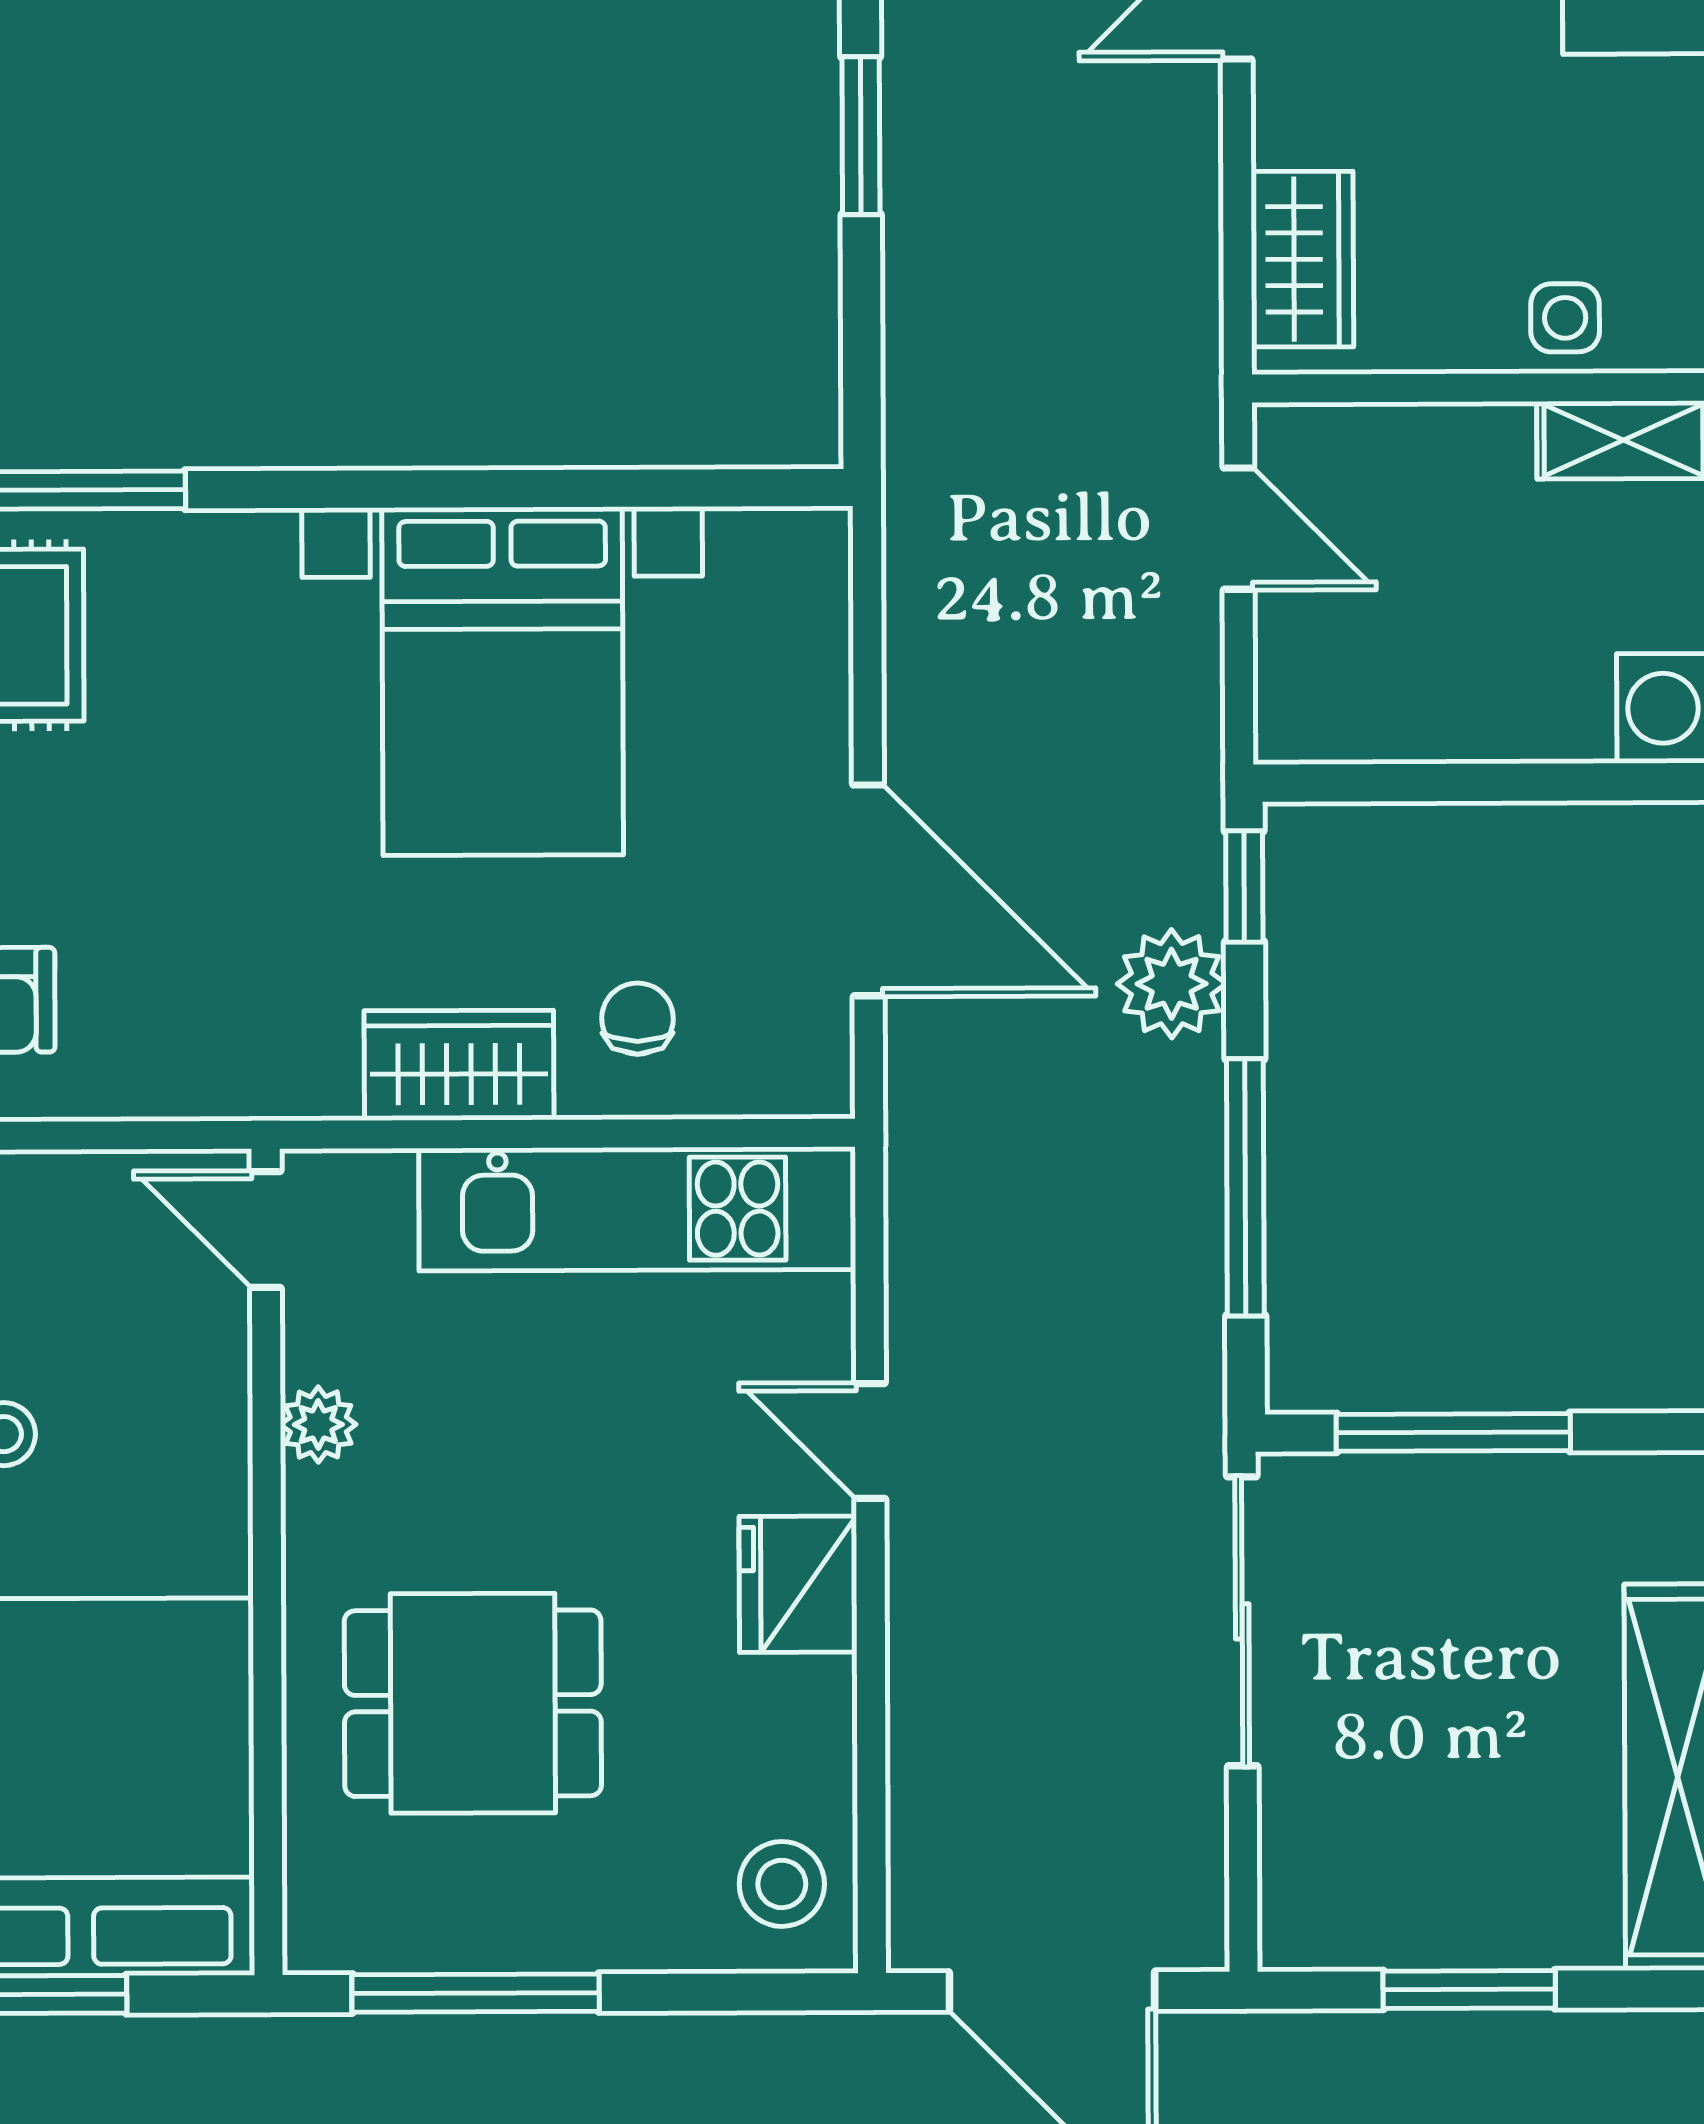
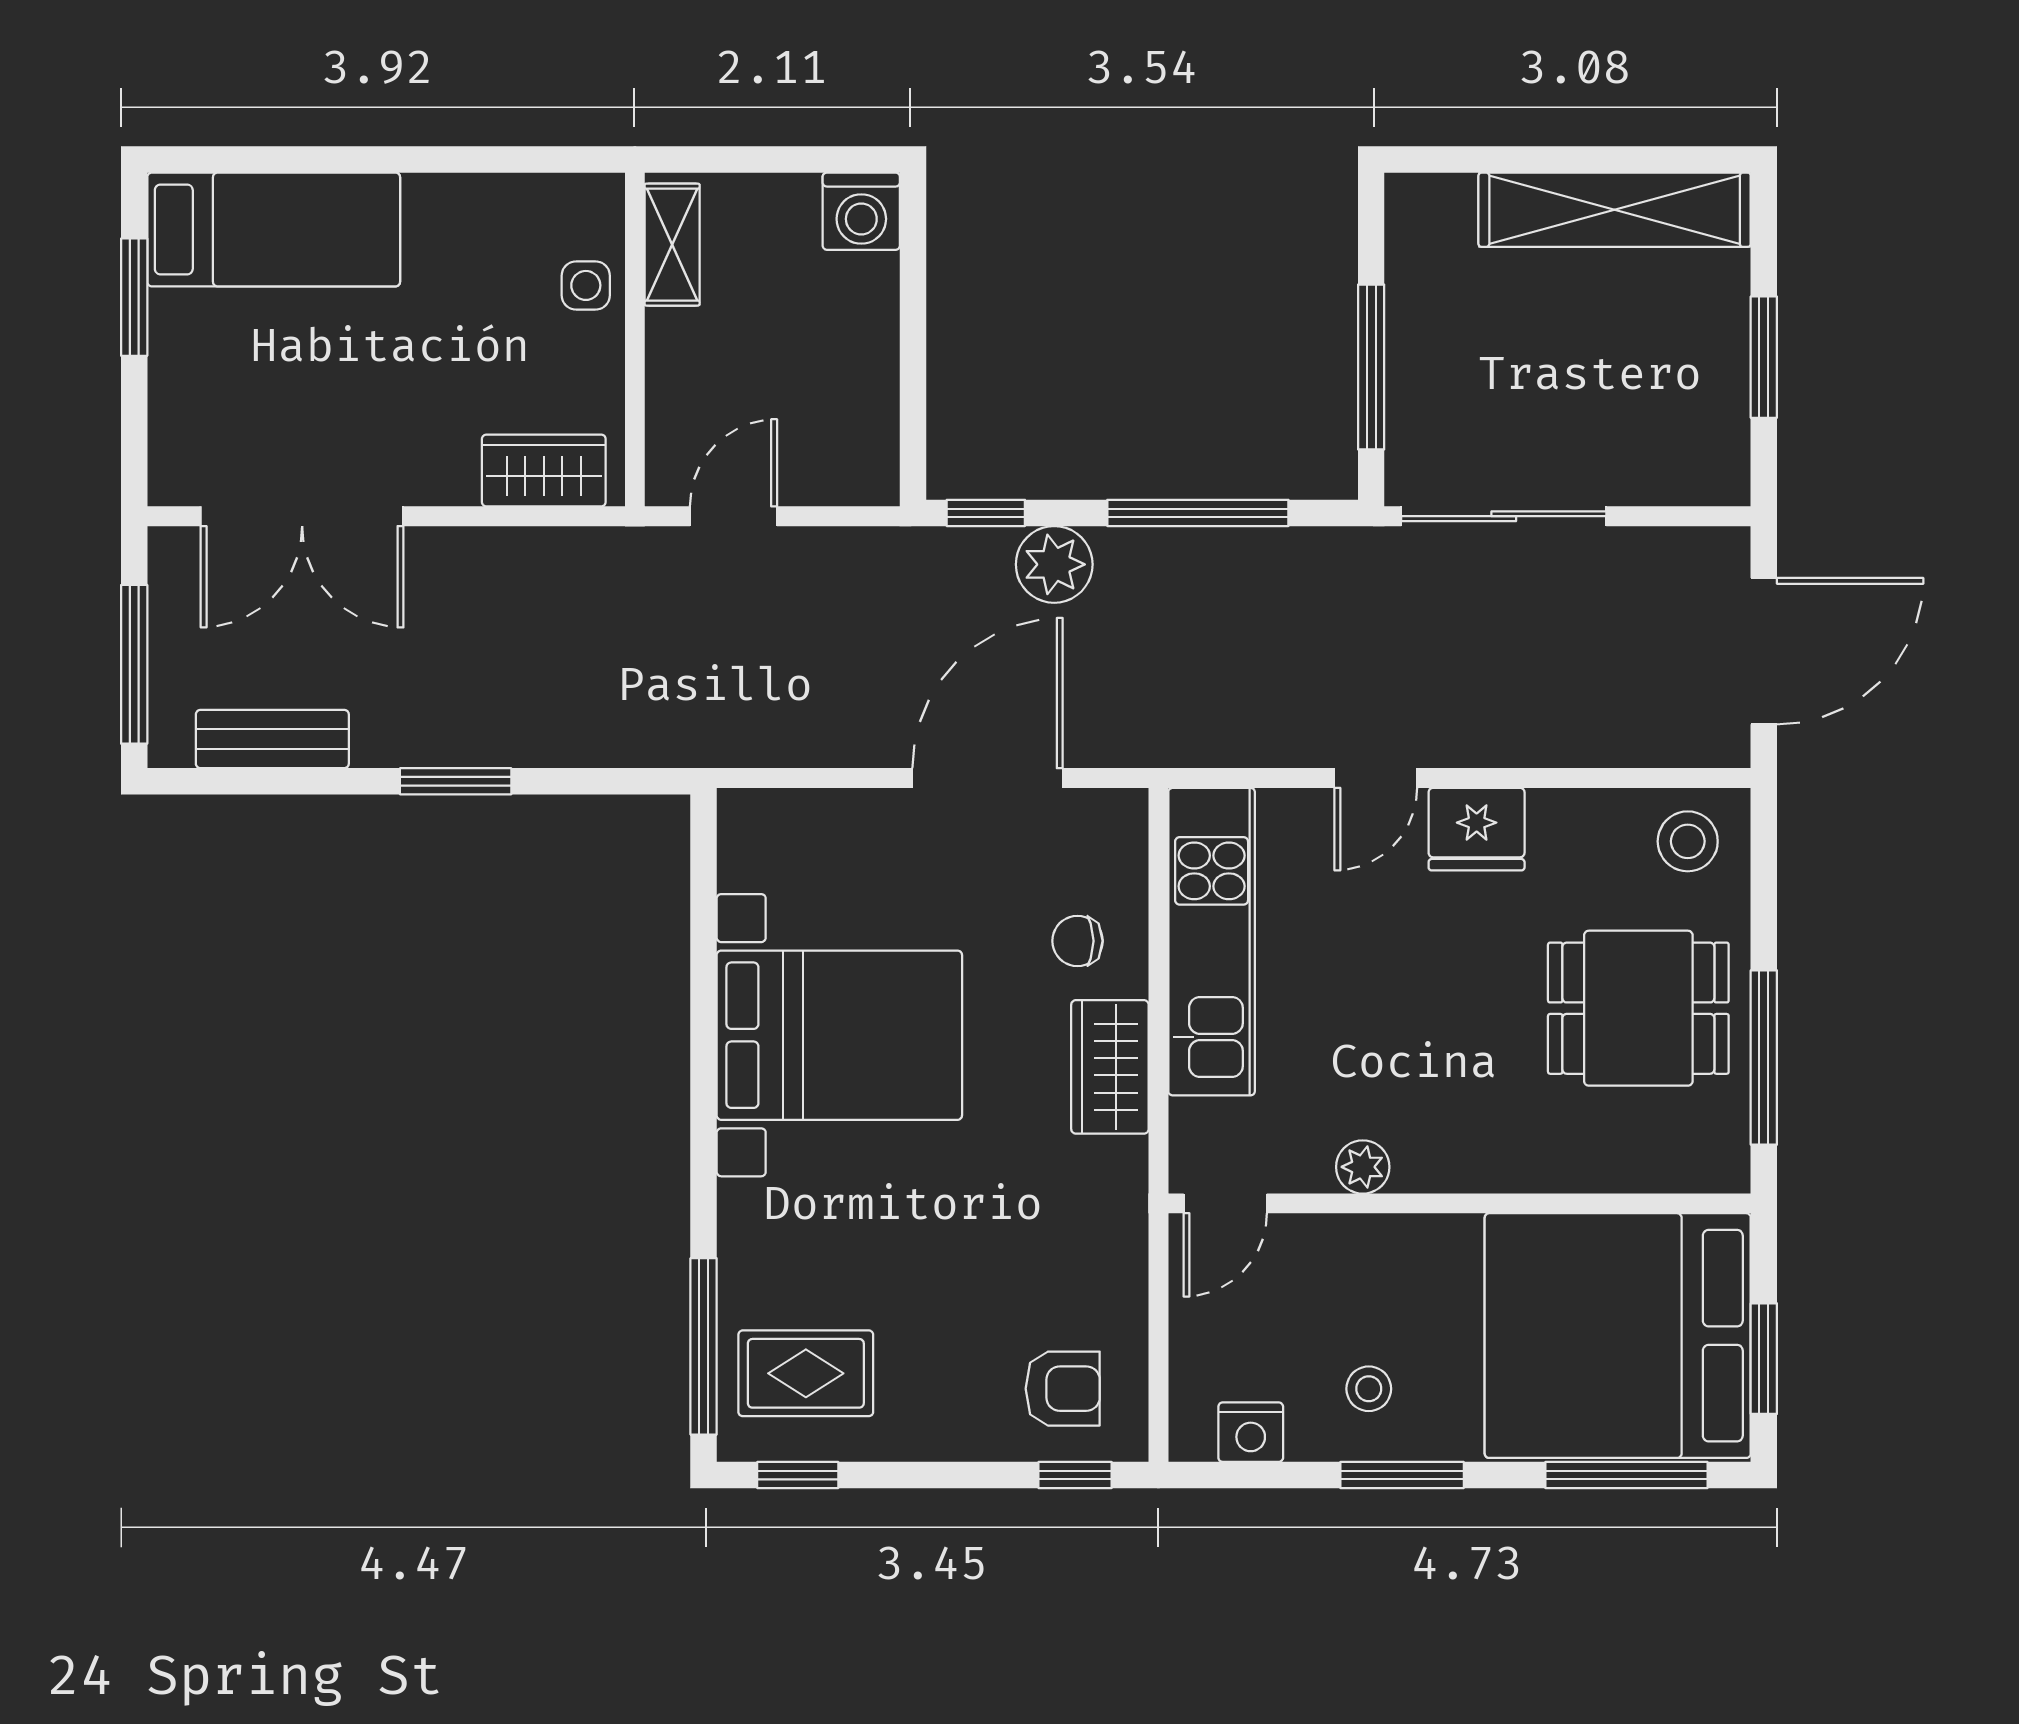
dining table: (473, 1703) -> (1638, 1008), moved, turned 90

